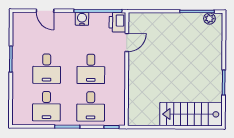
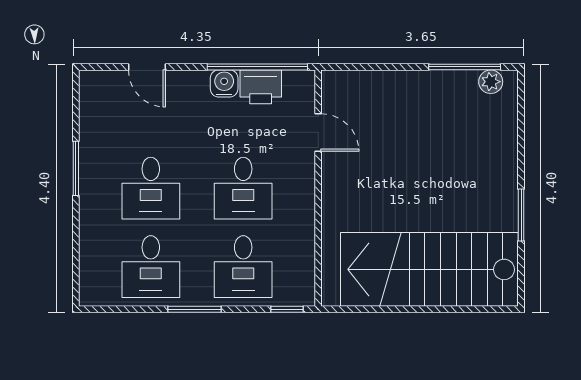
printer: (117, 22) -> (261, 87), moved, turned -90
door: (127, 42) -> (318, 133), hinge flipped
stairs: (191, 114) -> (429, 269), width x1.36, depth x1.51

